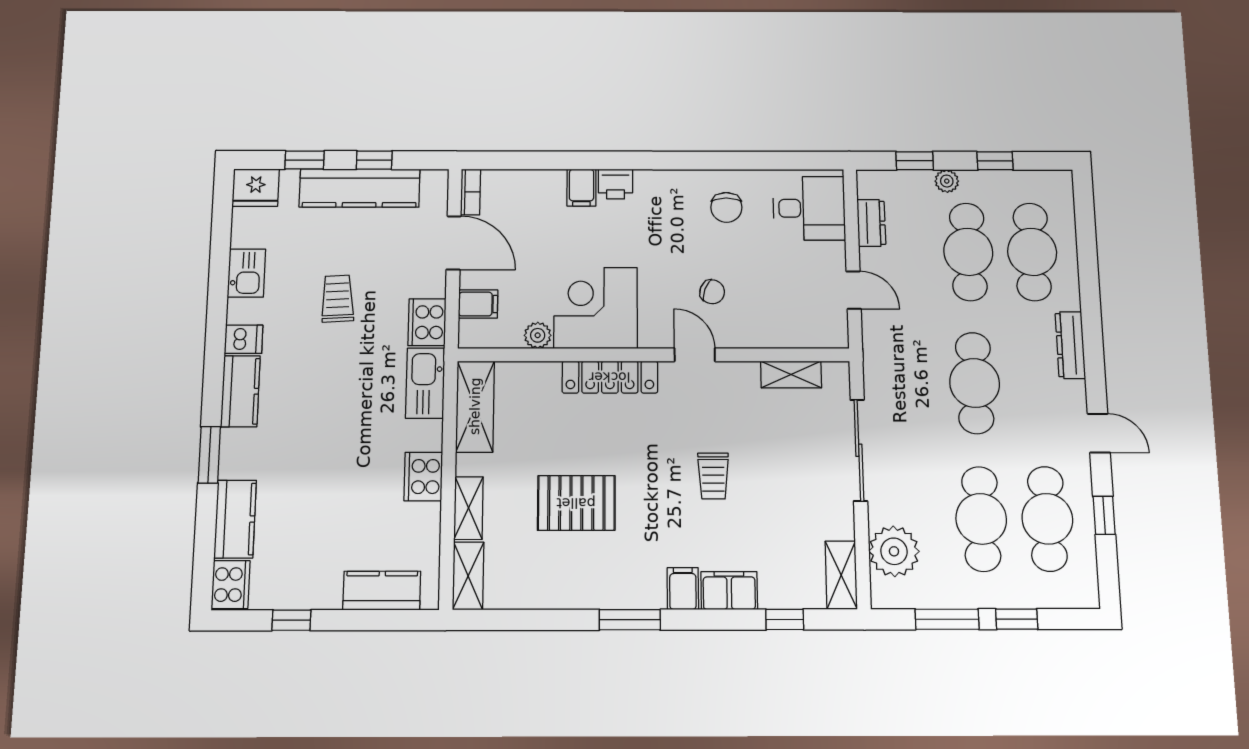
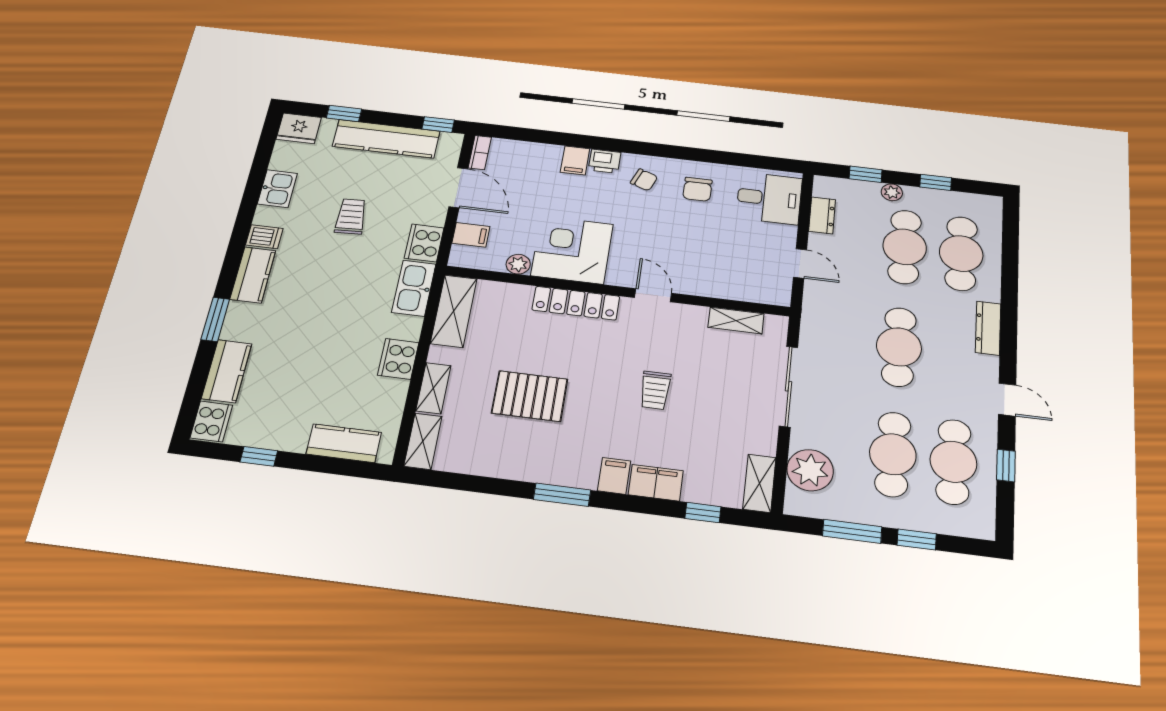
window: (374, 160) -> (438, 124), moved
chair: (712, 292) -> (644, 180), moved

